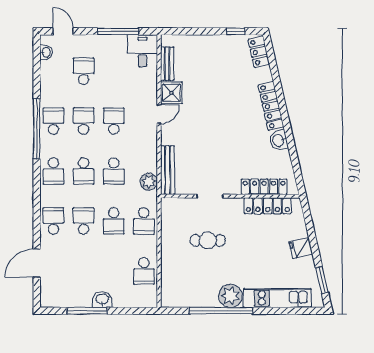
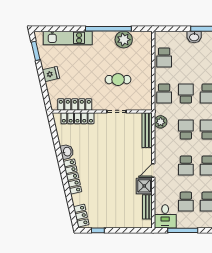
school desk: (114, 71) -> (186, 202), added
school desk: (144, 221) -> (164, 93), turned 180
school desk: (144, 271) -> (164, 57), turned 180
plant: (231, 296) -> (124, 40), moved

